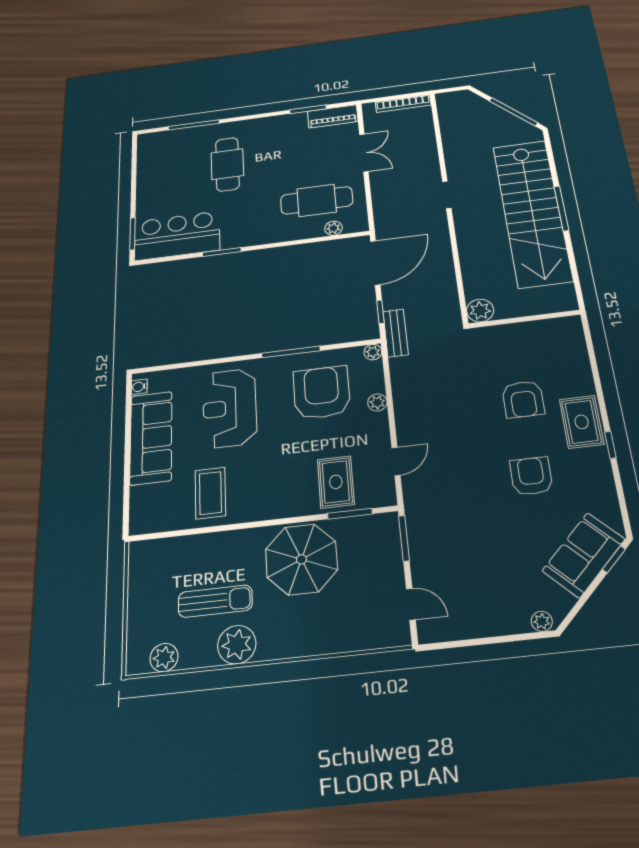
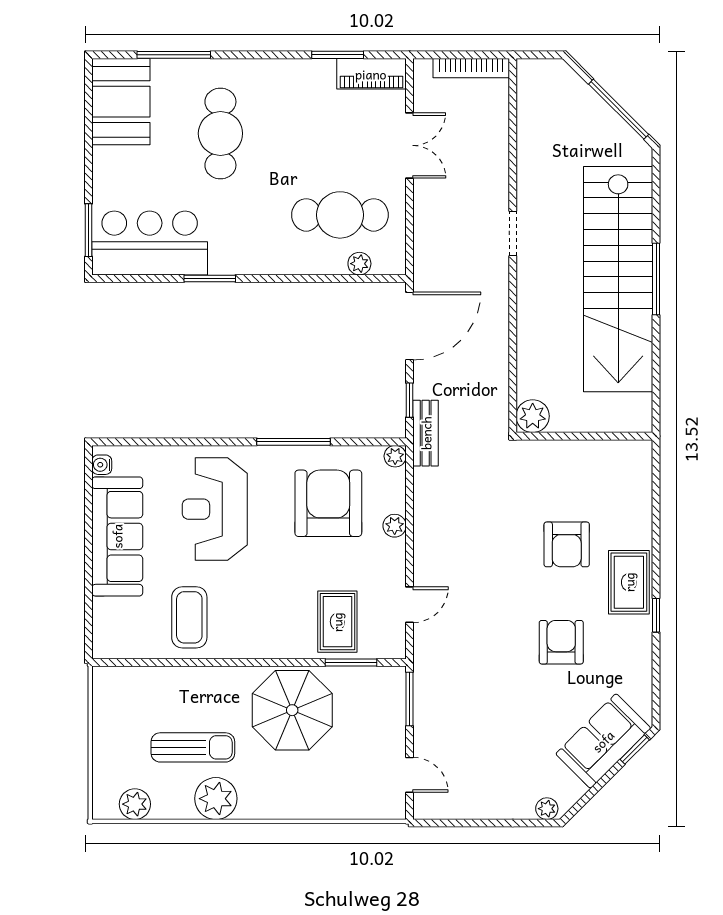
booth: (157, 156) -> (121, 102), added

